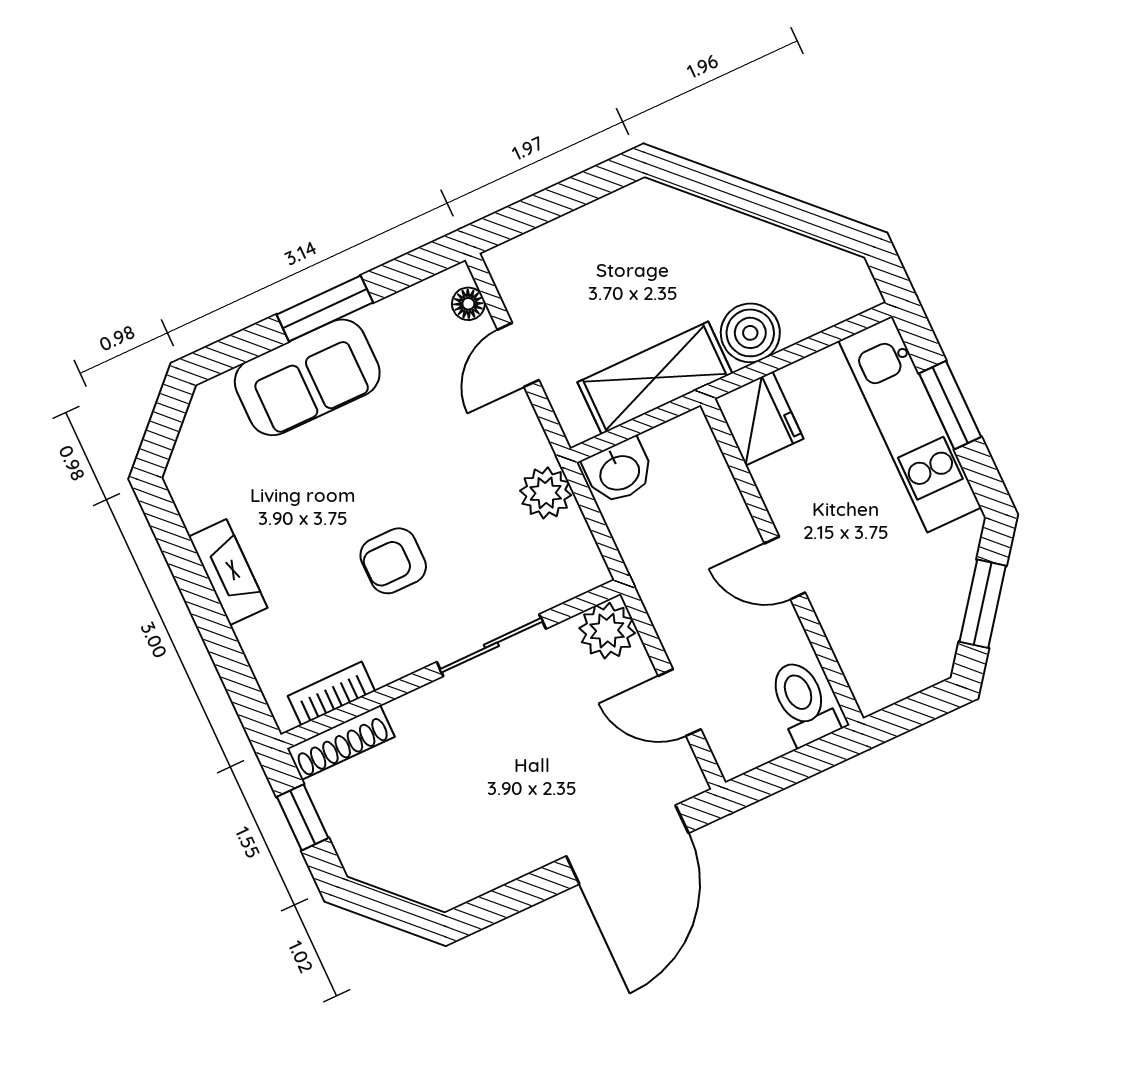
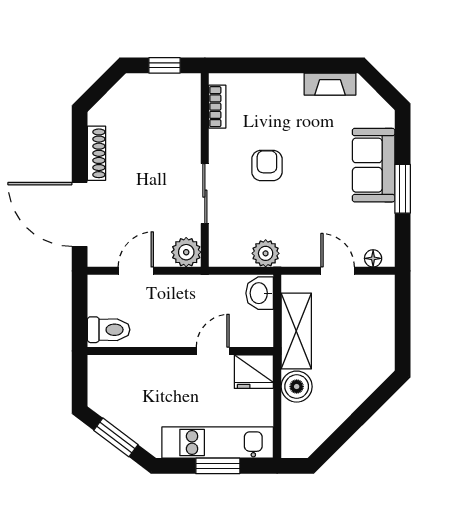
door: (785, 568) -> (213, 351), moved
fireplace: (228, 572) -> (330, 84), moved
shoe rack: (341, 743) -> (96, 153), moved, turned 180

